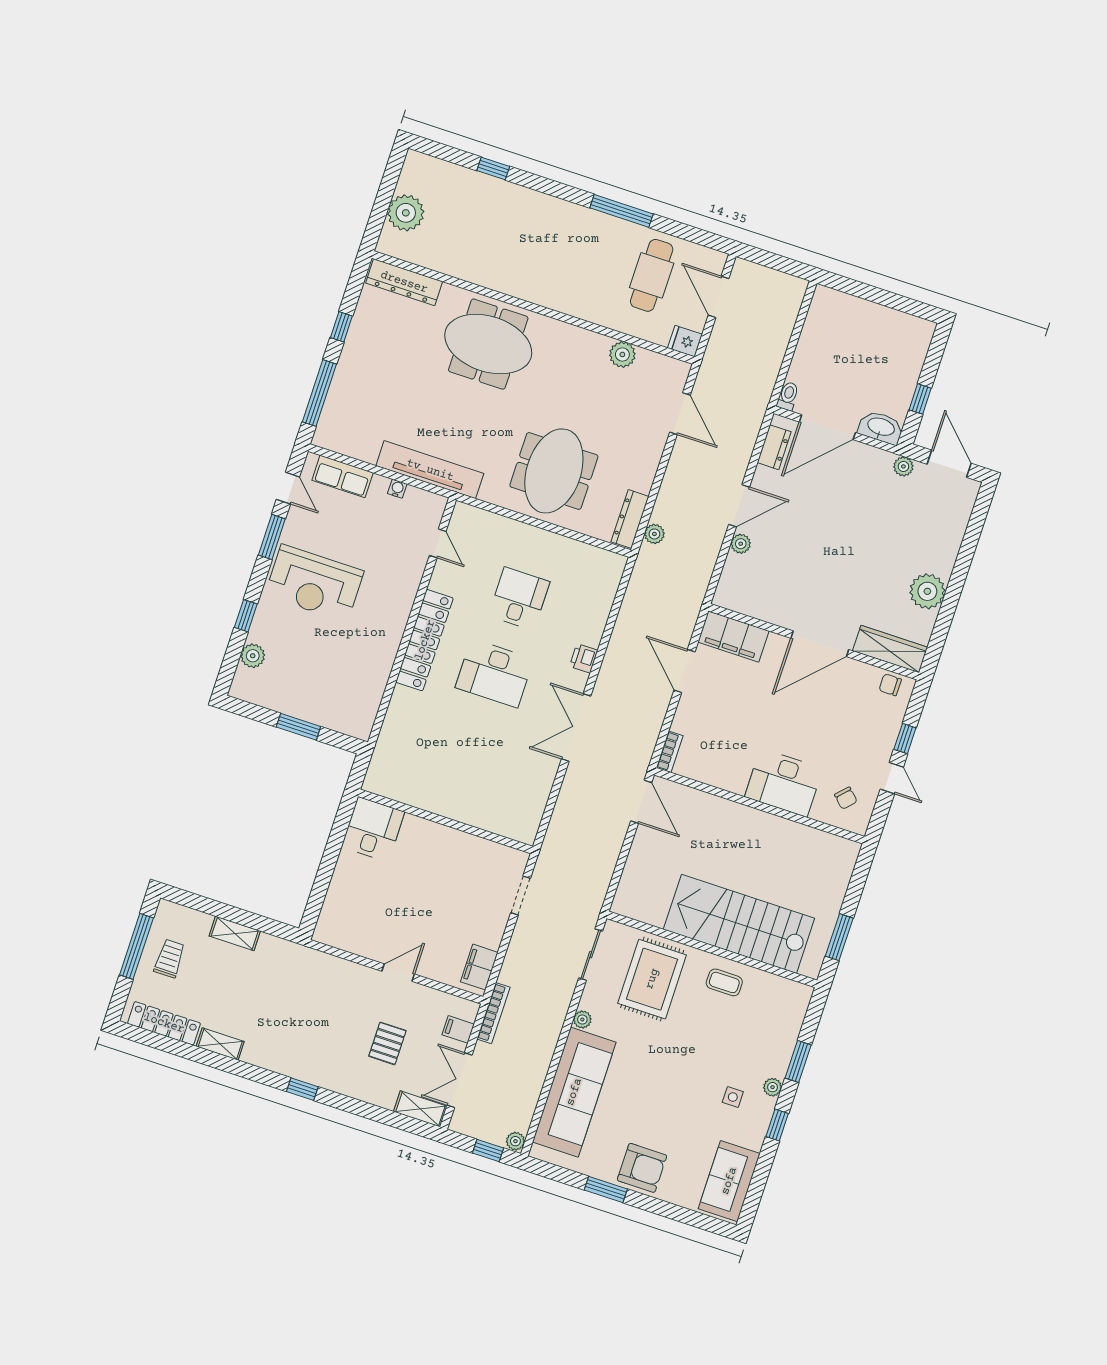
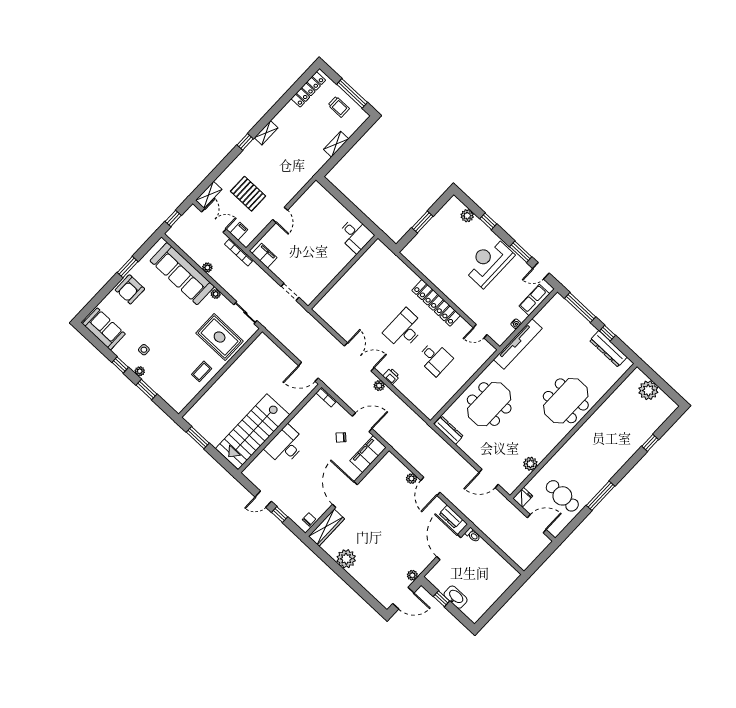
dresser: (404, 282) -> (608, 349), moved, turned -90
washbasin: (881, 427) -> (456, 597), moved, turned -90
meeting table: (554, 471) -> (489, 404), turned 90
plant: (654, 534) -> (379, 386), moved
chair: (846, 798) -> (341, 437), moved
stairs: (739, 924) -> (253, 432), moved, turned 180
pallet: (387, 1043) -> (248, 194), width x1.50, depth x1.42
shelving: (220, 1044) -> (266, 133), moved
plant: (515, 1141) -> (207, 268), moved

